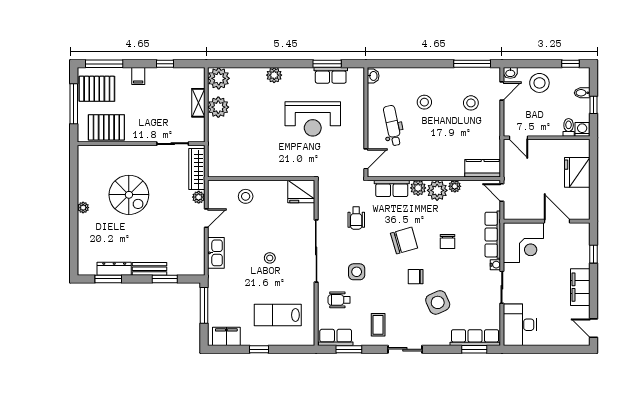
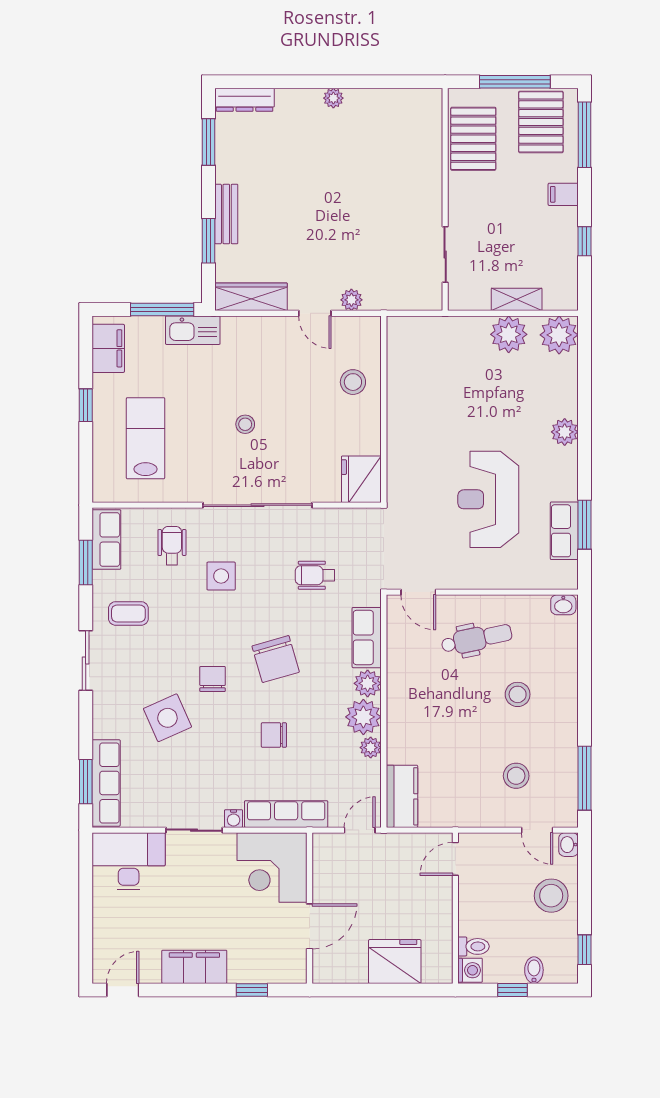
wardrobe: (197, 169) -> (251, 297), moved
spiral stairs: (129, 195) -> (356, 178), removed
kitchen sink: (216, 253) -> (193, 330), moved
dresser: (114, 269) -> (245, 100), moved, turned 90

